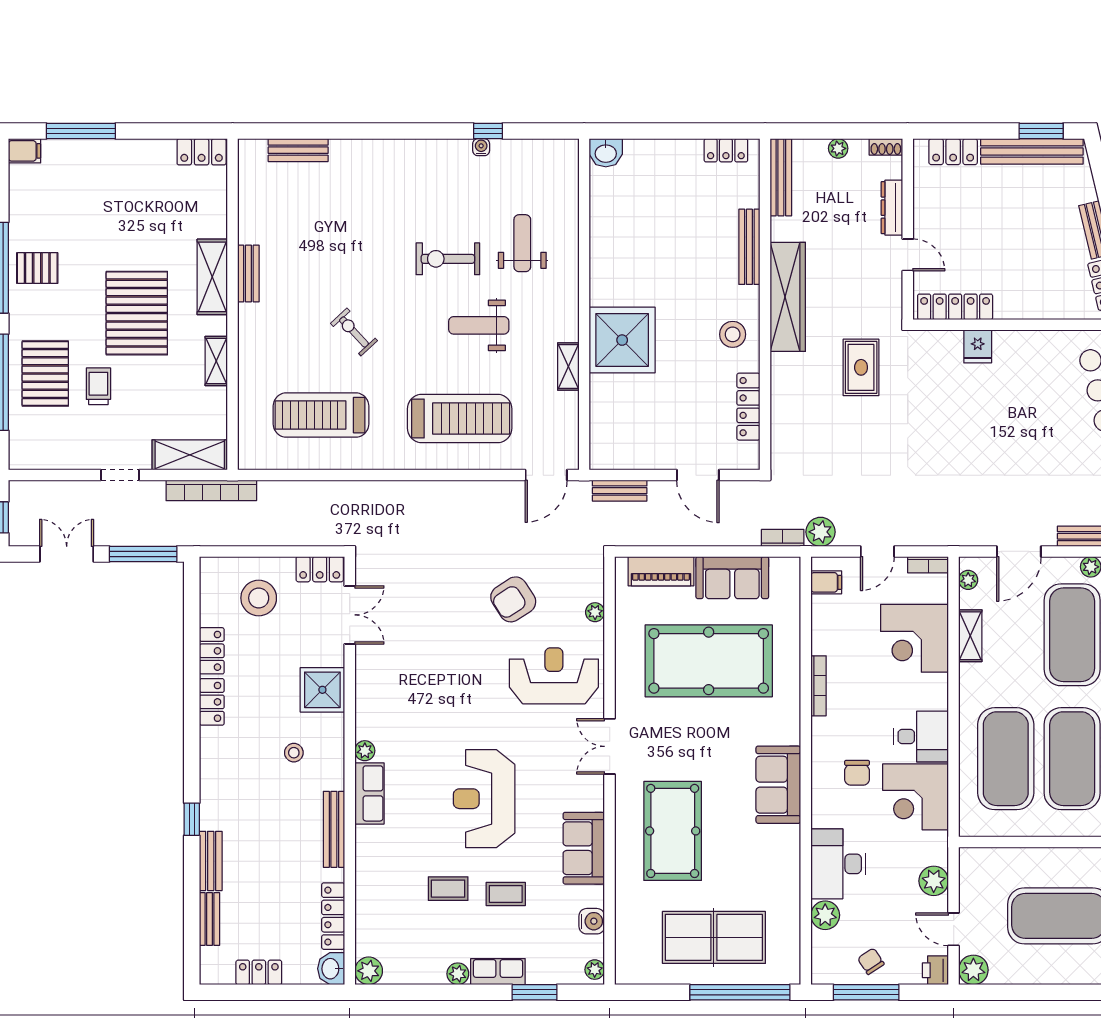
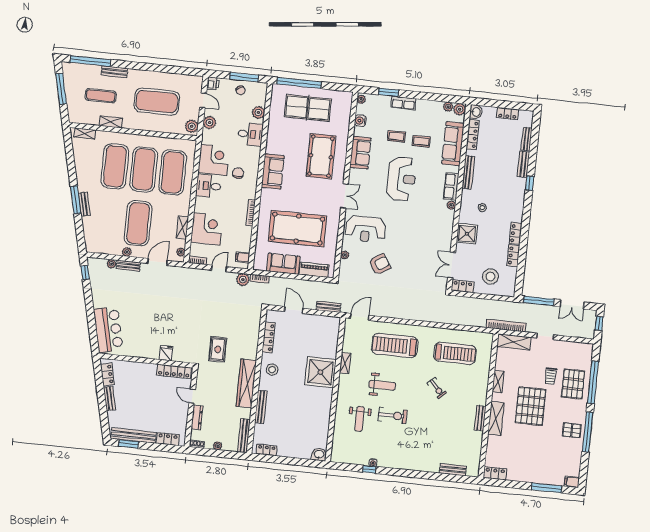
desk: (838, 864) -> (250, 134), width x0.73
sofa: (376, 891) -> (453, 144), added
plant: (973, 970) -> (192, 126), moved
plant: (458, 974) -> (448, 107), moved

